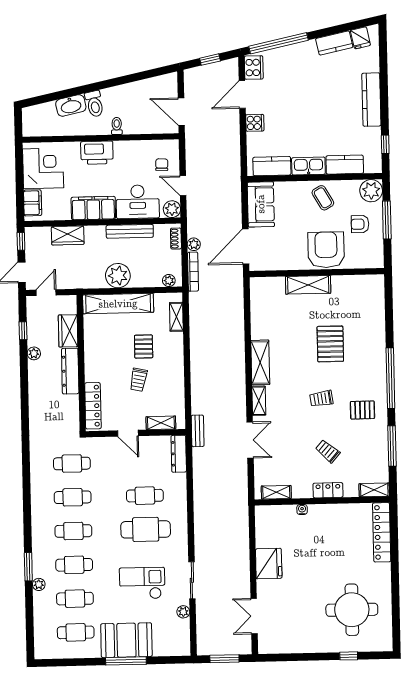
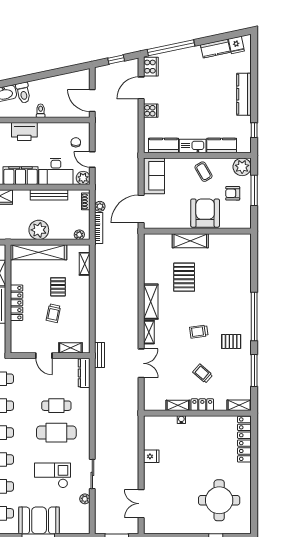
pallet: (330, 344) -> (184, 277), moved
locker: (93, 406) -> (17, 303), moved
shelving: (276, 492) -> (178, 405), moved
fridge: (269, 564) -> (151, 456), width x0.53, depth x0.75

